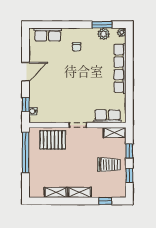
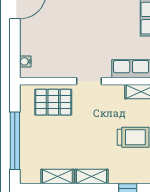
window: (26, 104) -> (15, 52), removed
window: (26, 152) -> (15, 141), moved

